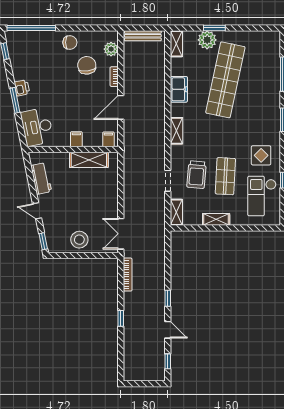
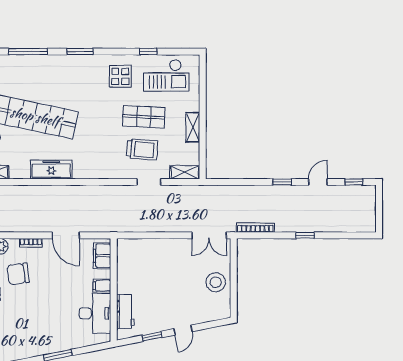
printer: (22, 88) -> (44, 347), removed
freezer: (179, 89) -> (51, 169), width x1.40
desk: (37, 127) -> (95, 313), moved, turned -79
shelving: (177, 131) -> (92, 172), removed
filing cabinet: (108, 139) -> (102, 256), width x2.00
shelving: (89, 160) -> (125, 272), removed
workbench: (41, 178) -> (125, 312), moved, turned 101
window: (43, 241) -> (152, 336), moved

